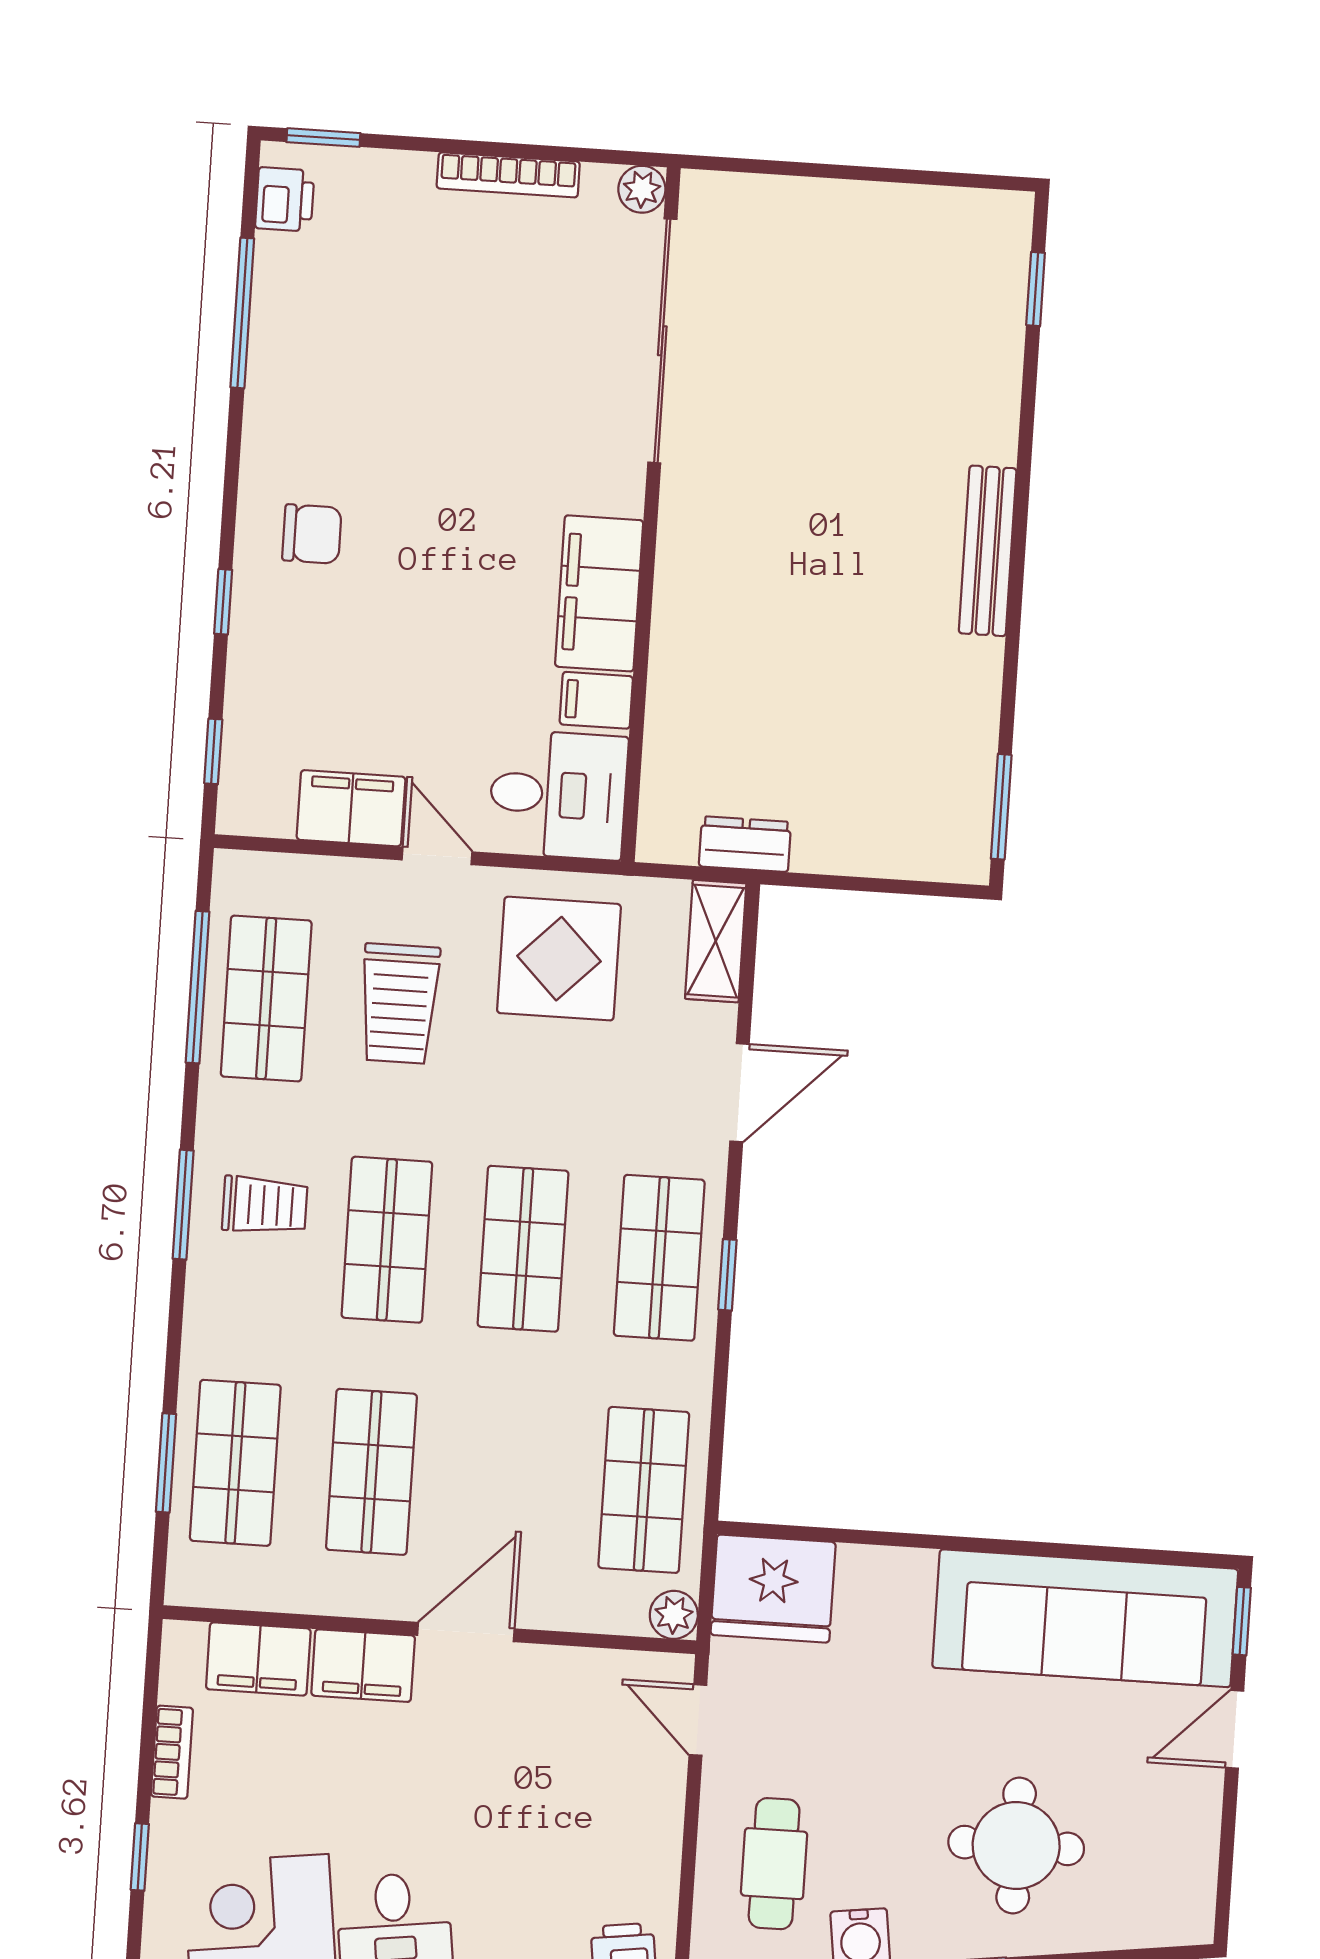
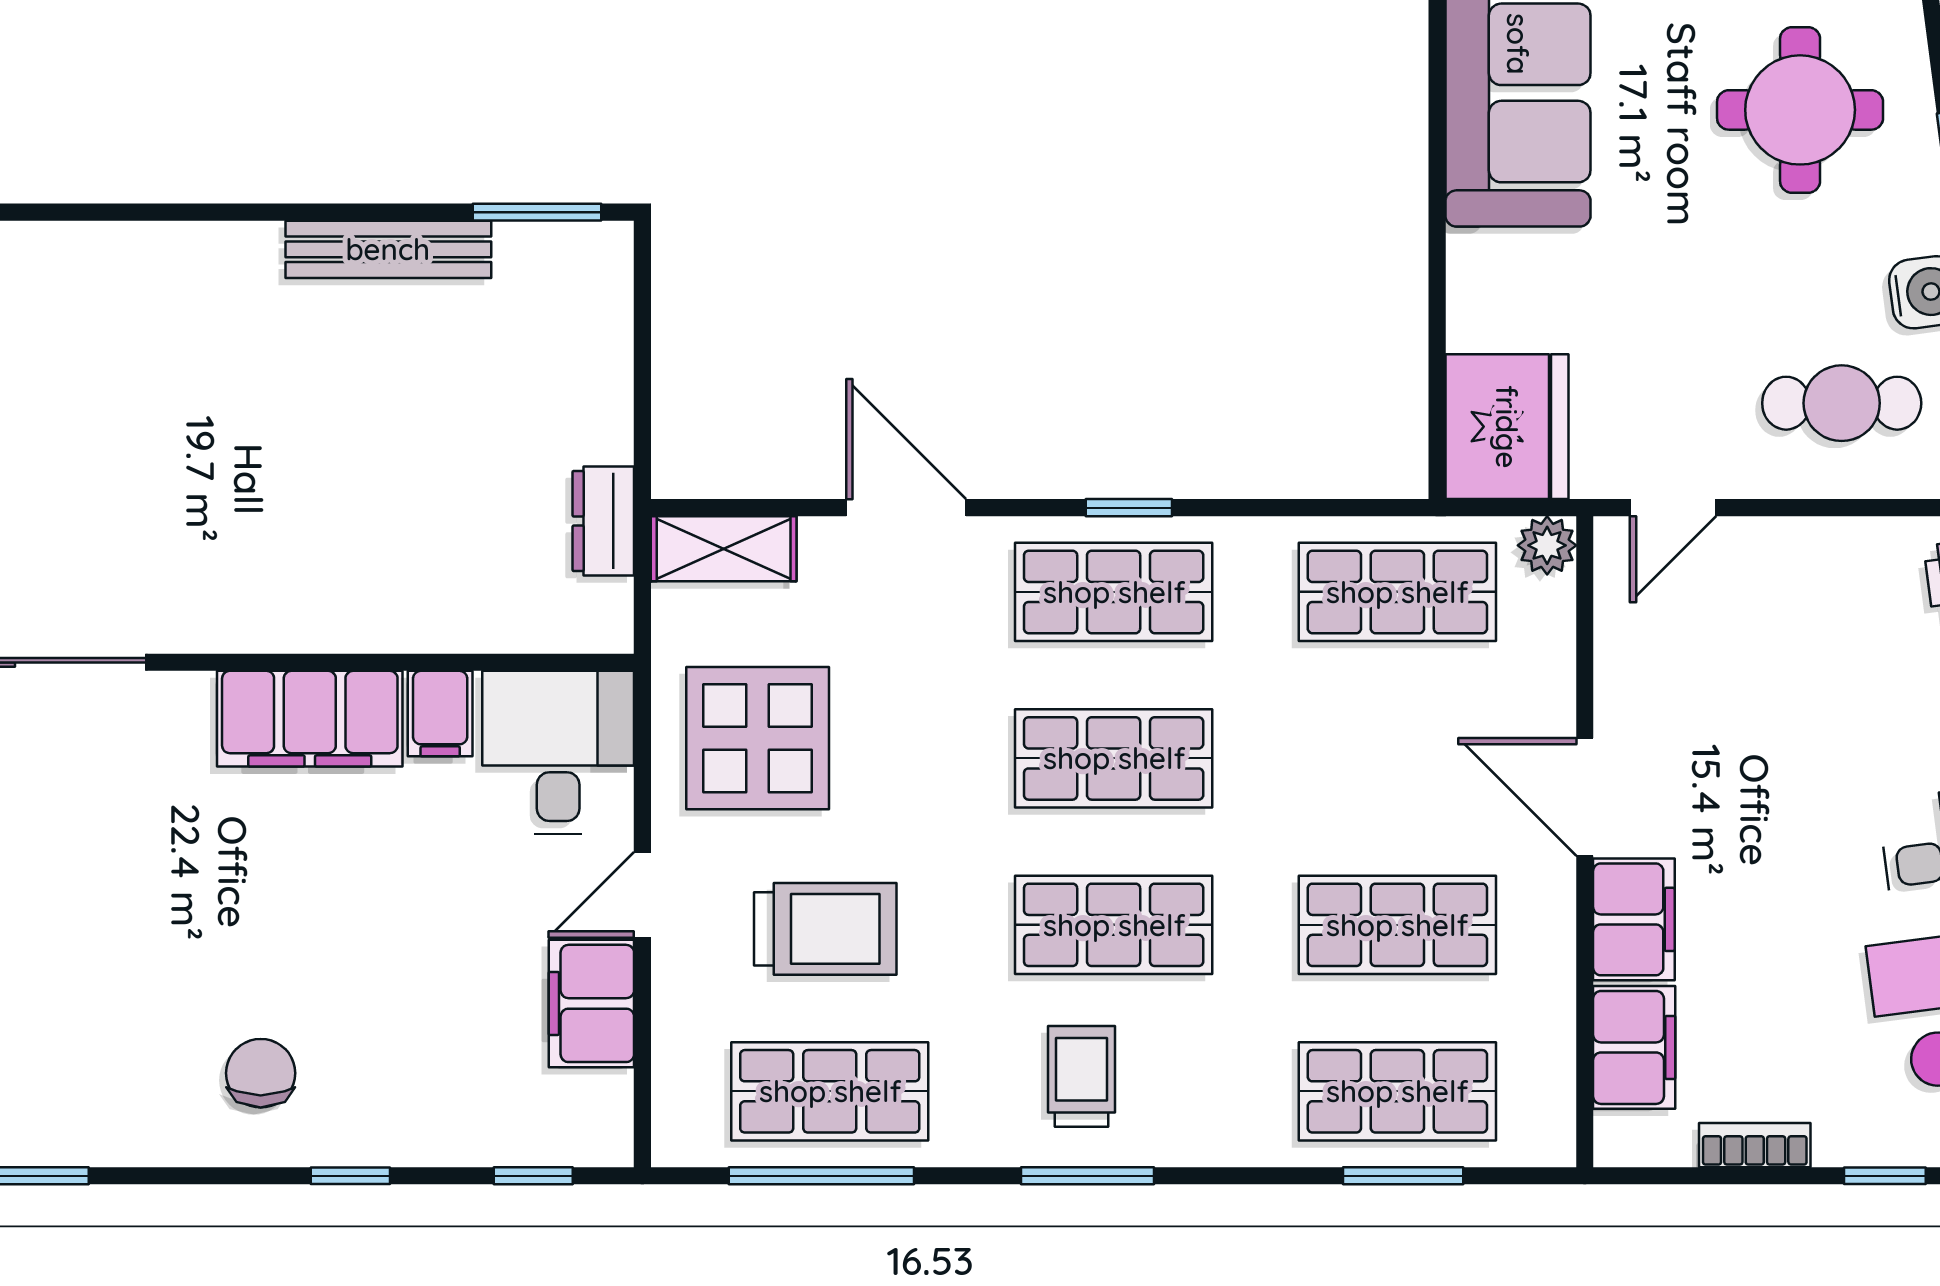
bench: (988, 551) -> (388, 249), moved

